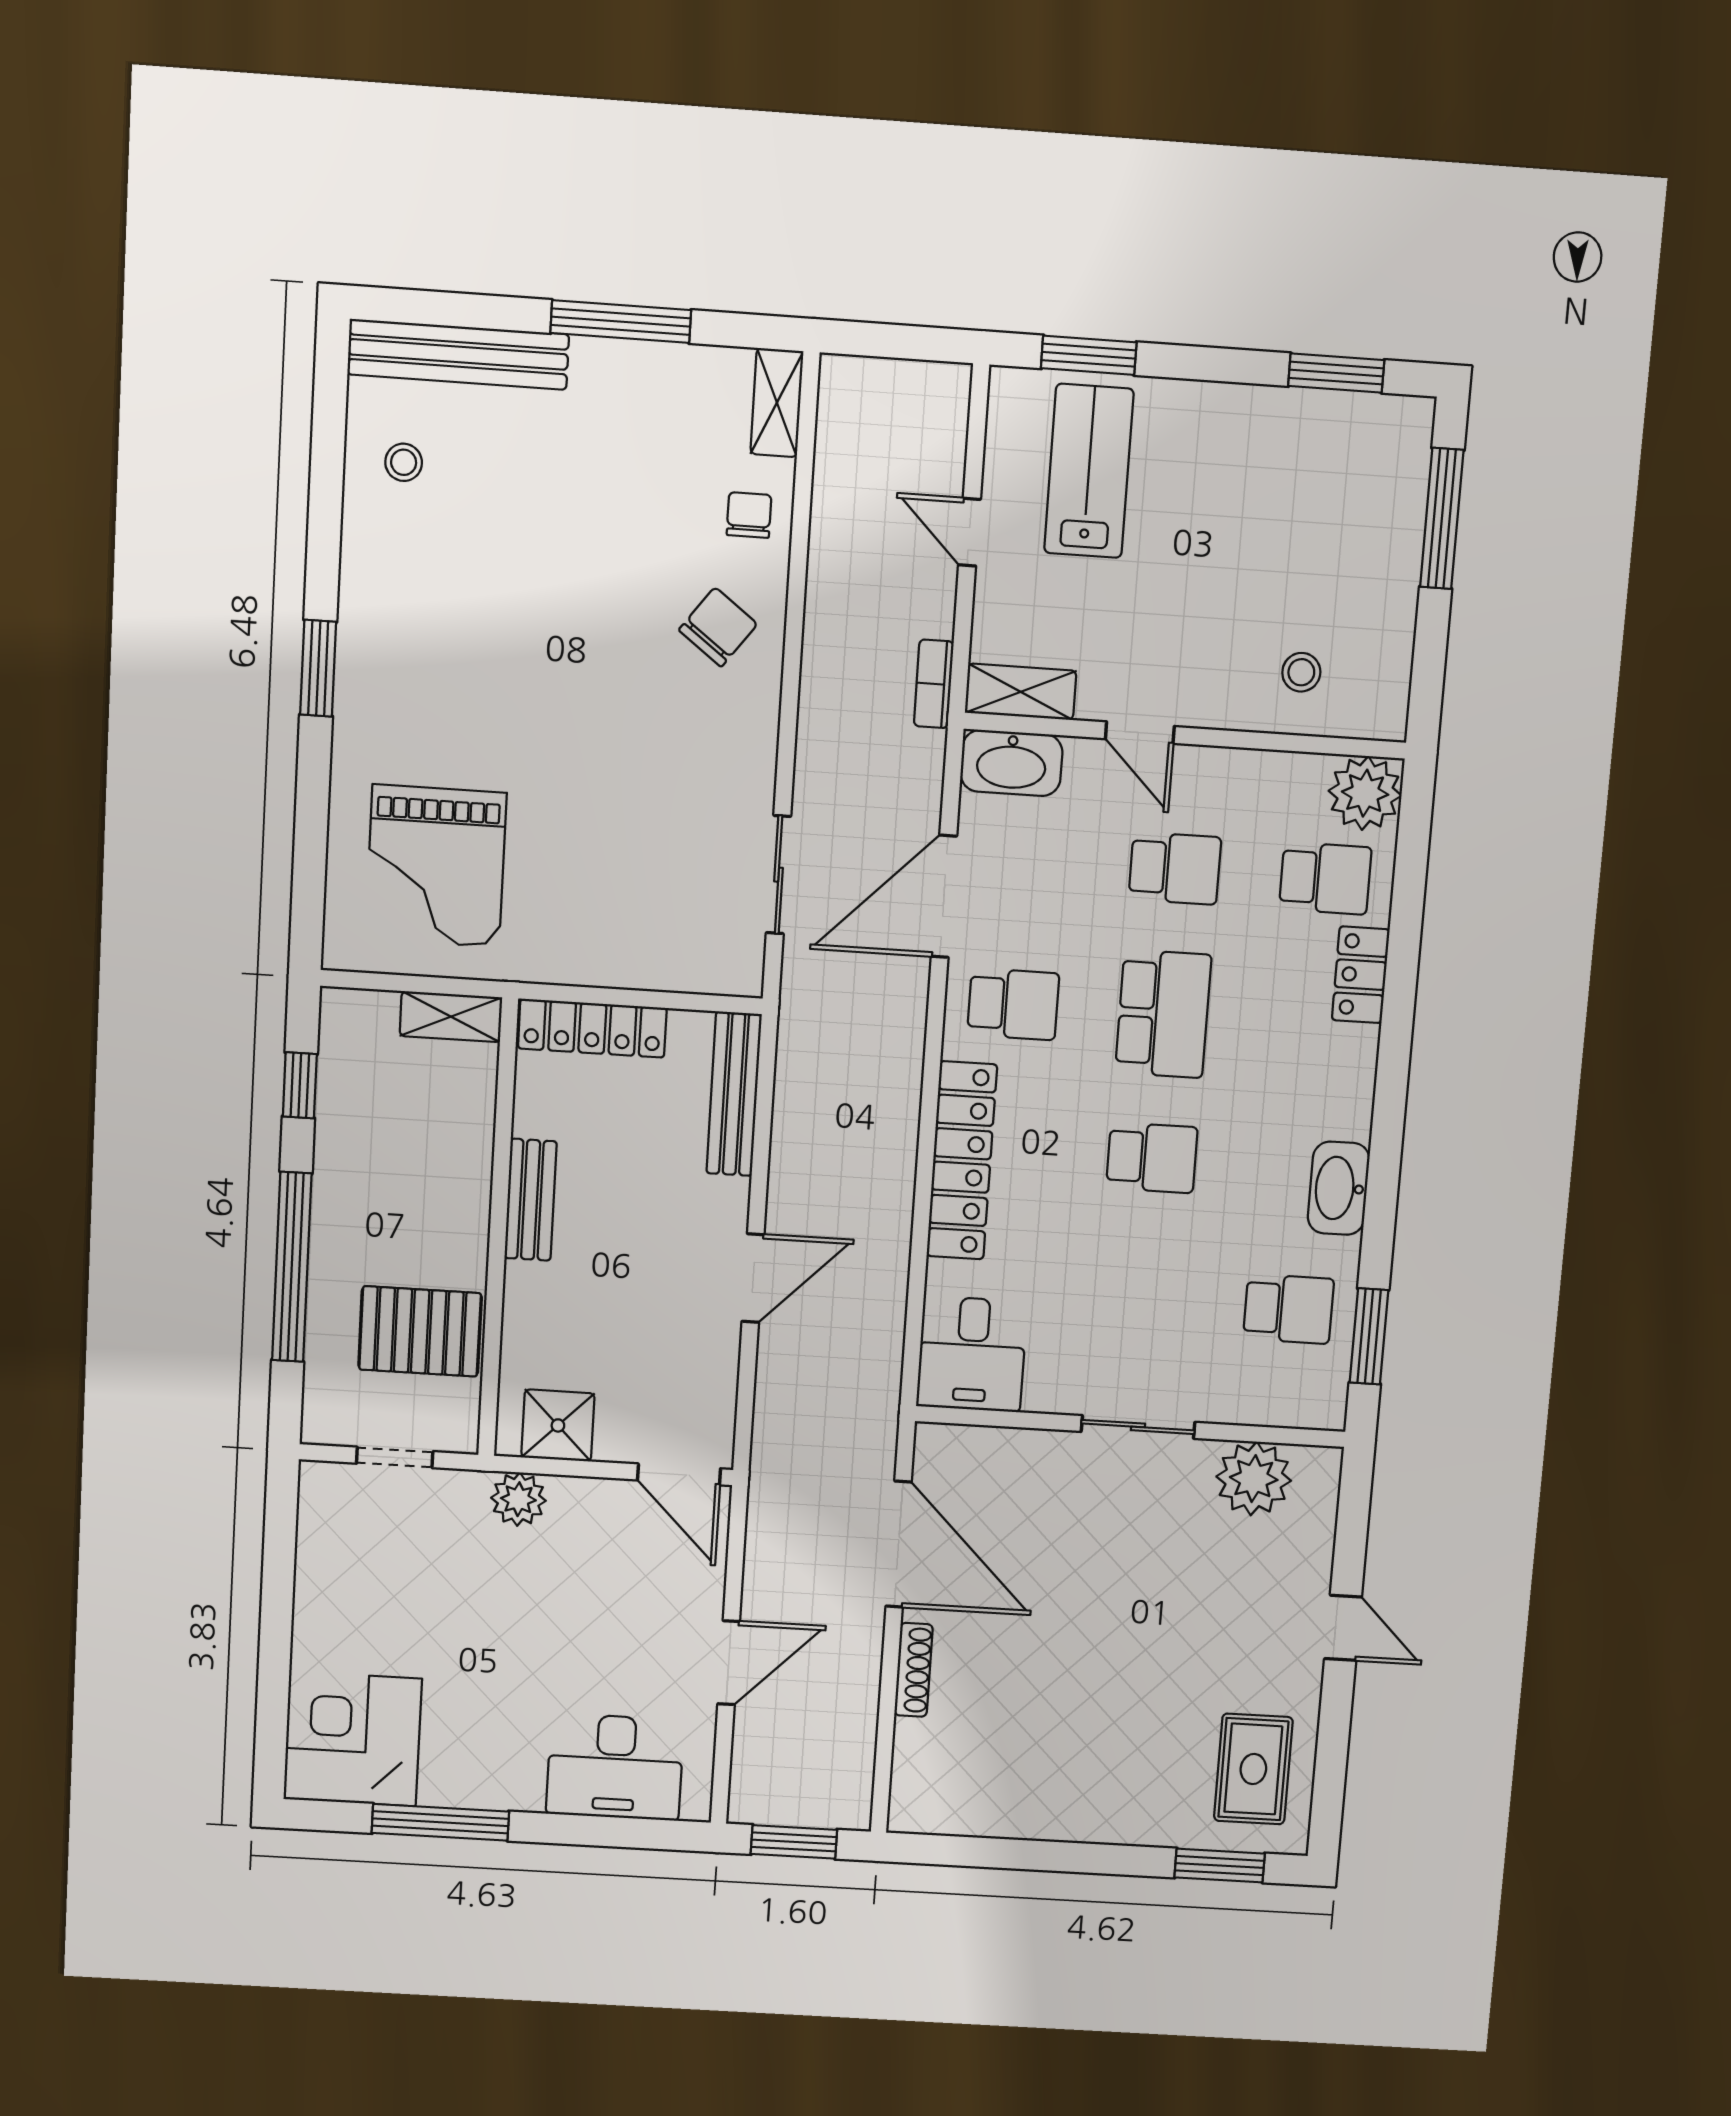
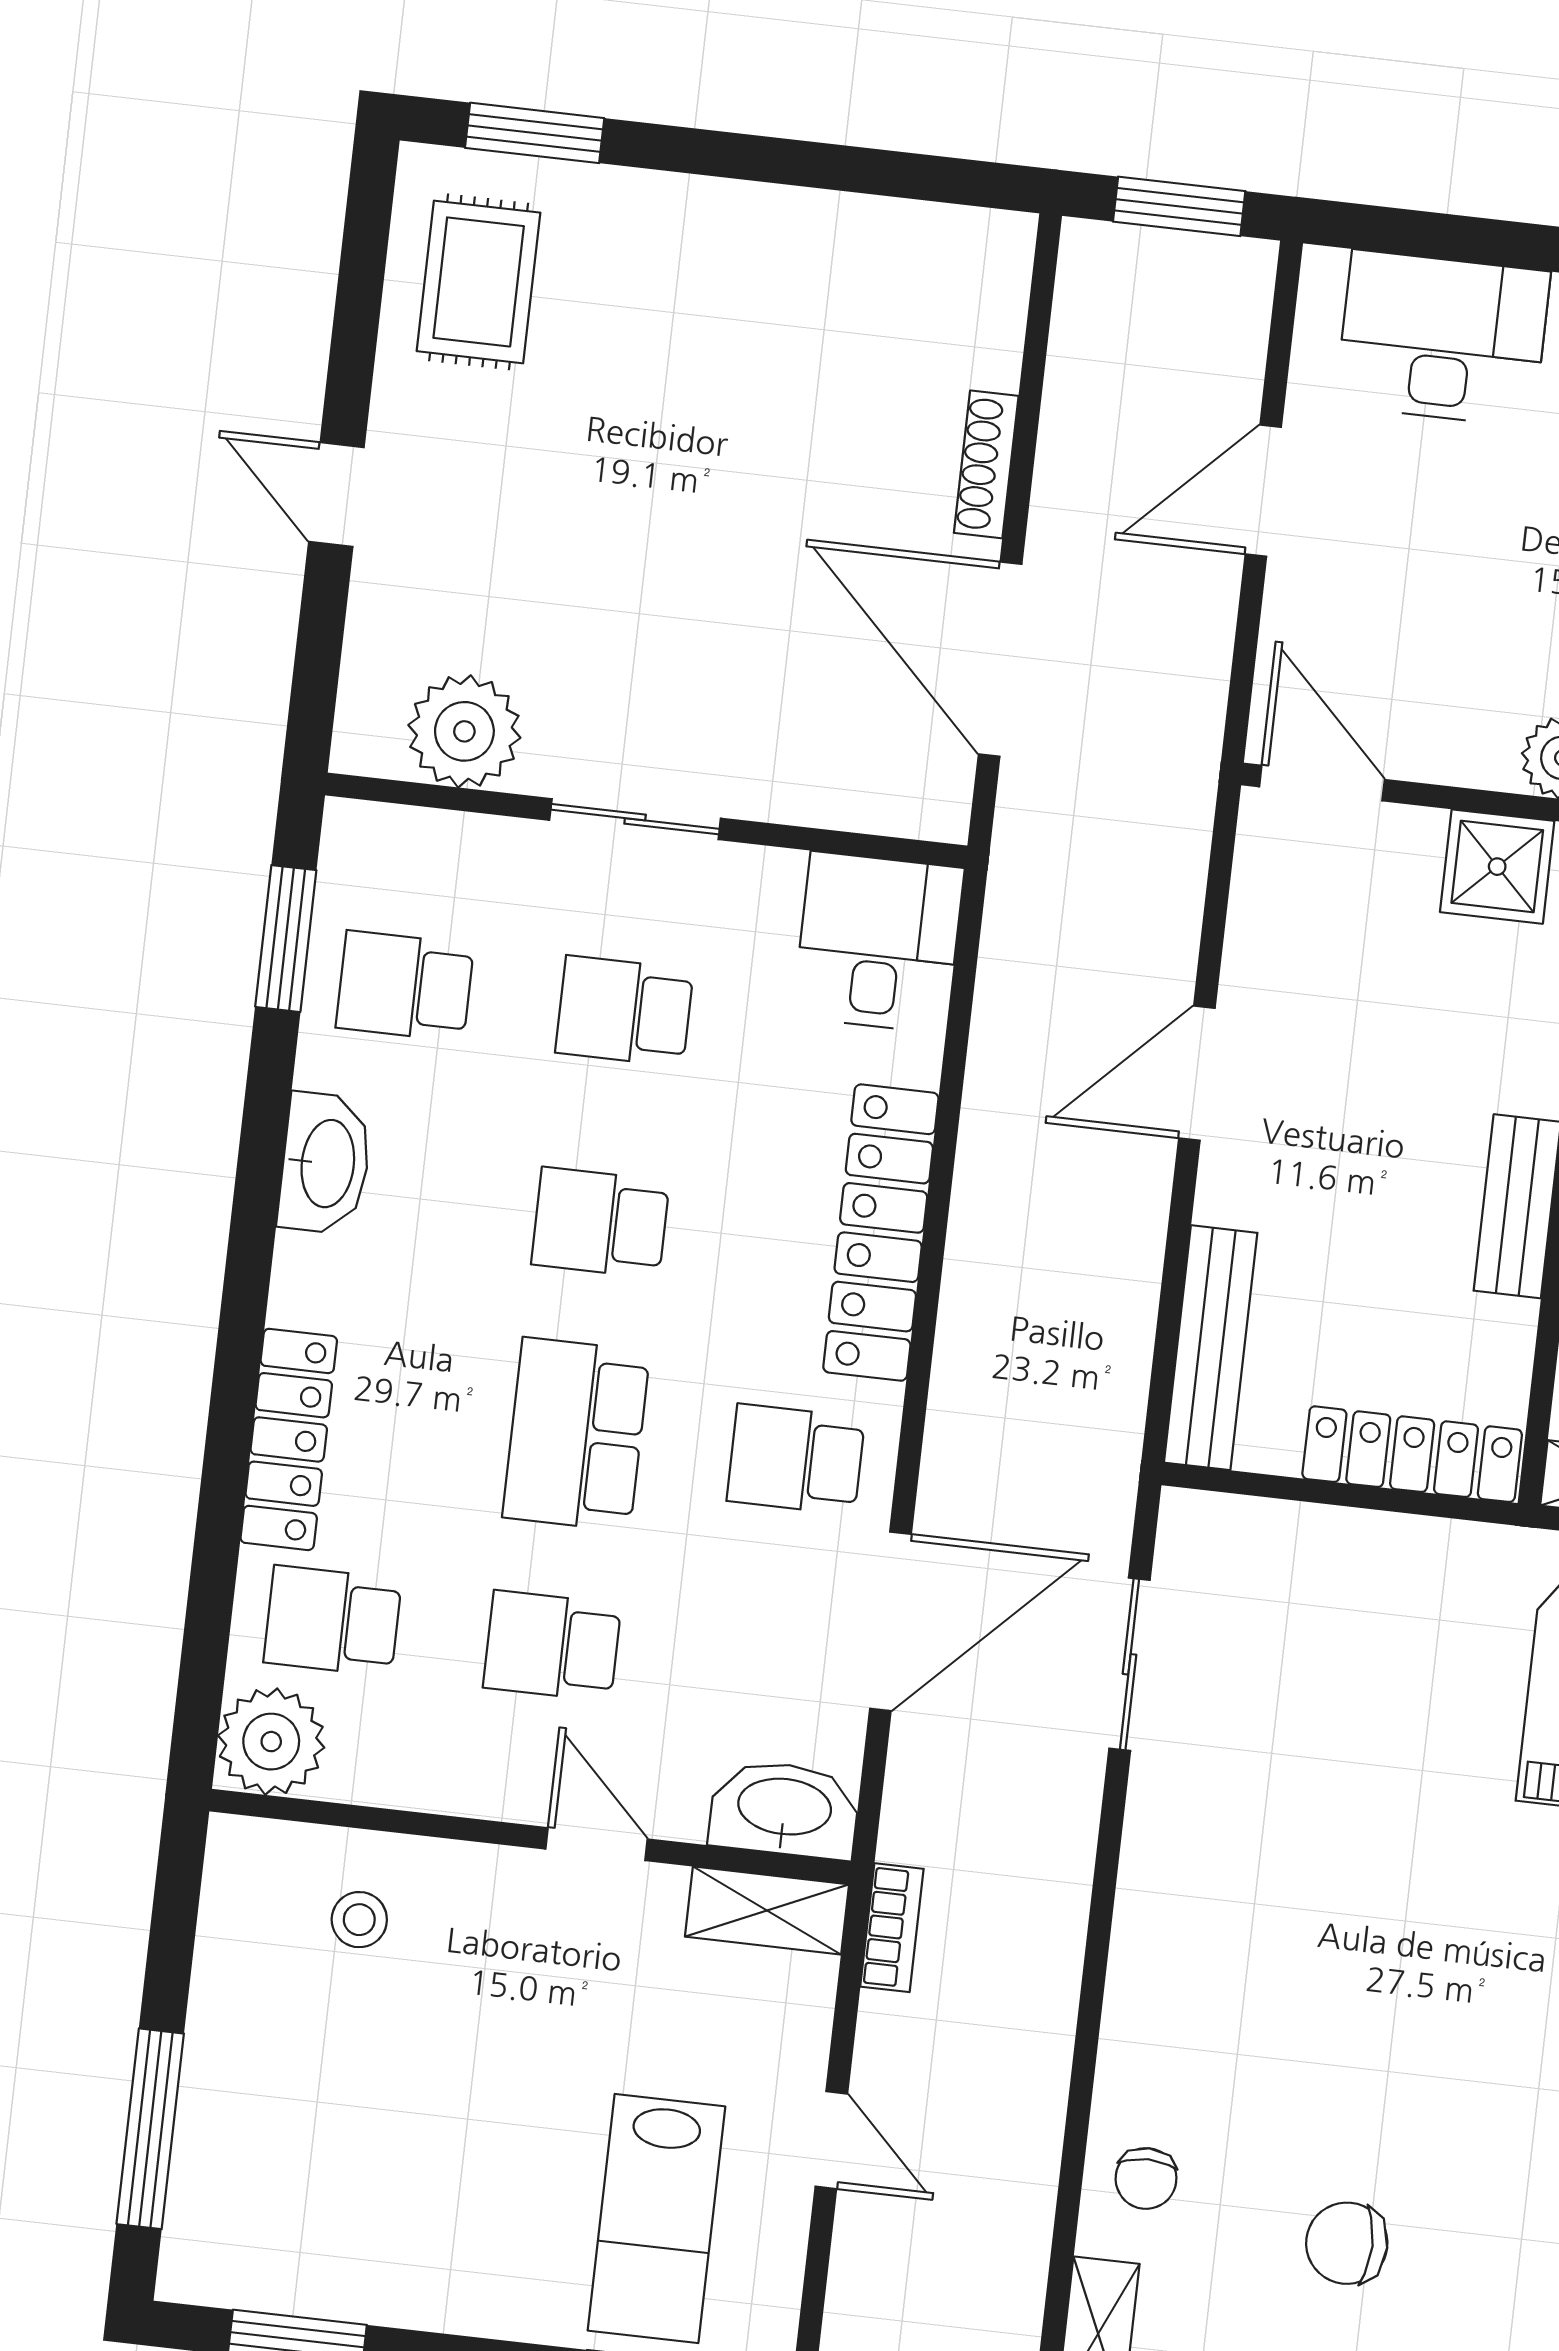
chair: (718, 627) -> (1347, 2243), moved, turned 53
locker: (1361, 975) -> (289, 1439), width x1.53
school desk: (1141, 1300) -> (624, 1011), added

